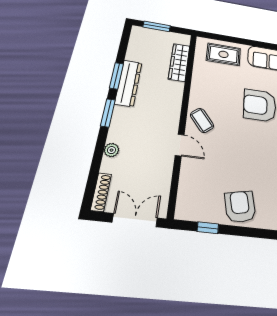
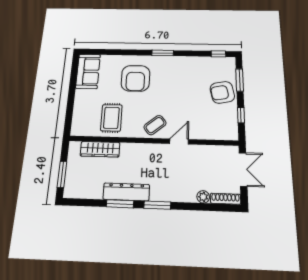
rug: (223, 54) -> (111, 118), moved
plant: (112, 150) -> (203, 197), moved
double door: (135, 220) -> (243, 169), swing flipped
window: (257, 233) -> (240, 80), added

